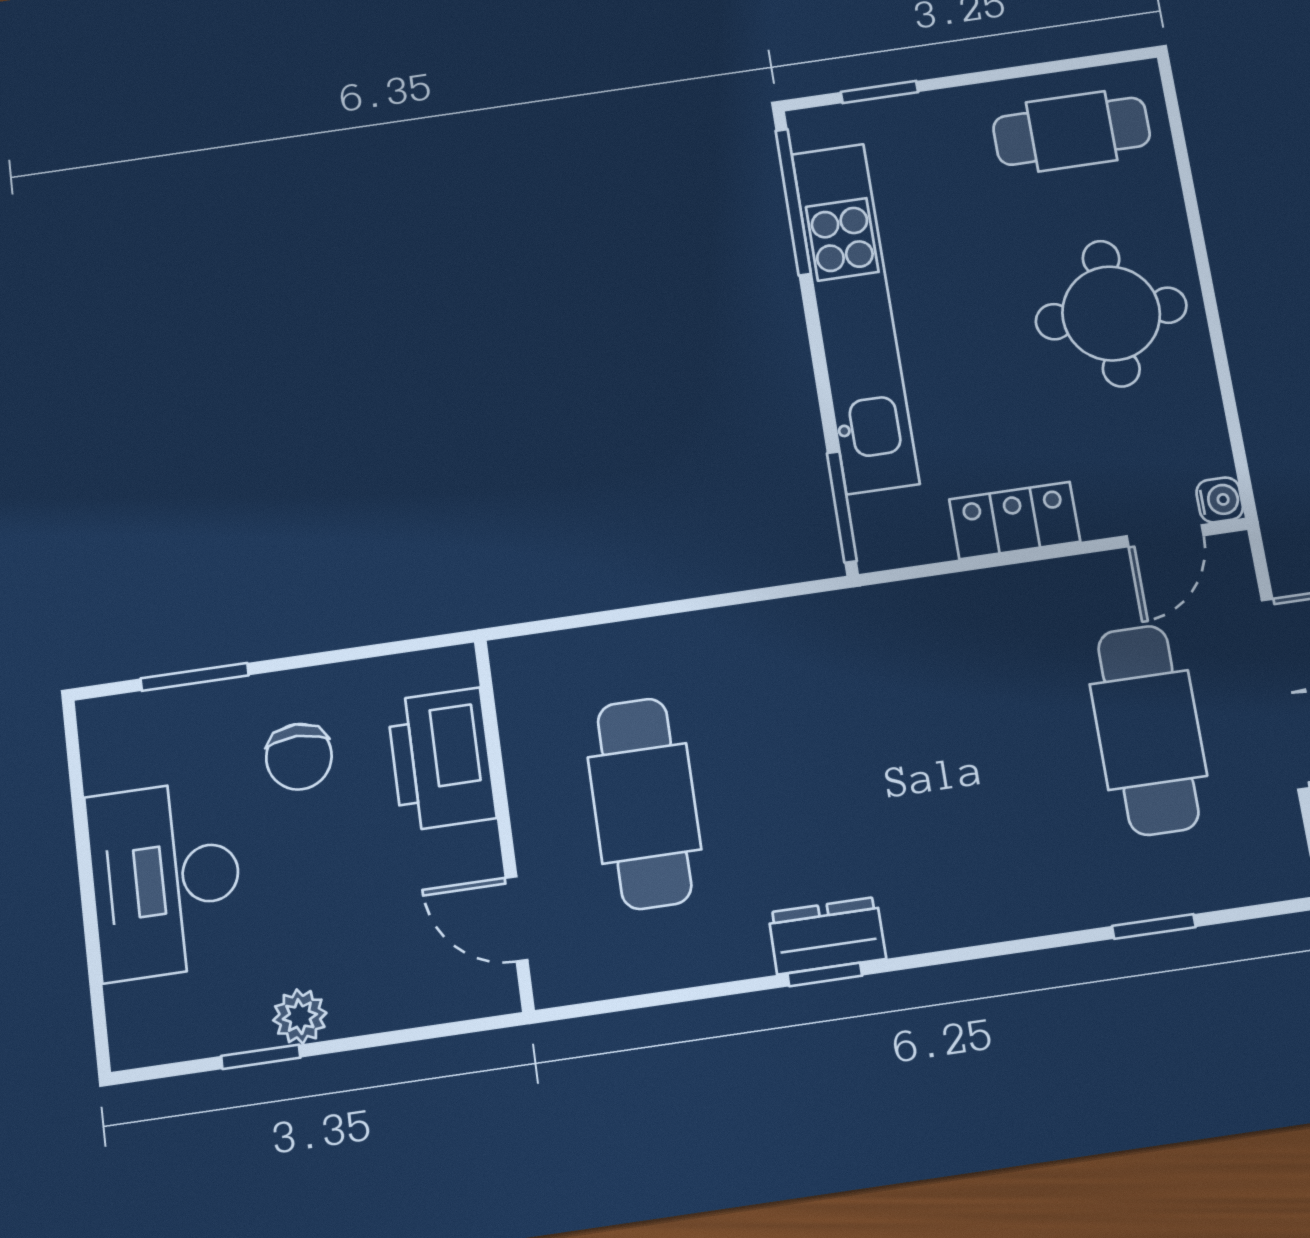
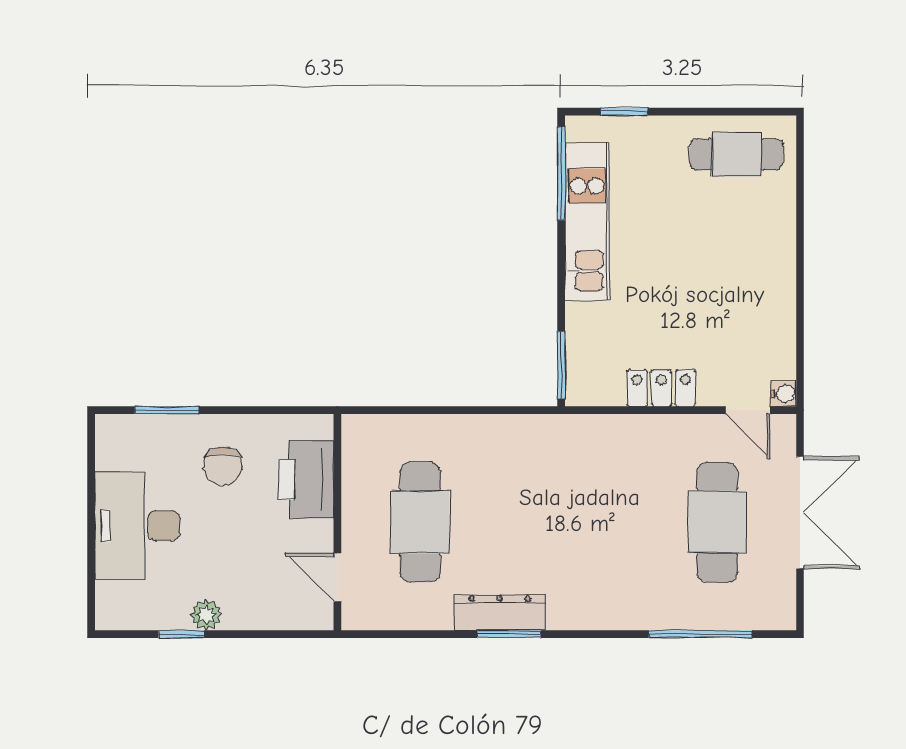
round table: (1111, 313) -> (740, 271), removed
kitchen unit: (855, 317) -> (587, 222), width x0.73
door: (1165, 536) -> (748, 410), hinge flipped
window: (1154, 926) -> (700, 634), width x2.17
dresser: (827, 936) -> (500, 612), width x1.44
window: (825, 975) -> (509, 634), width x1.50

